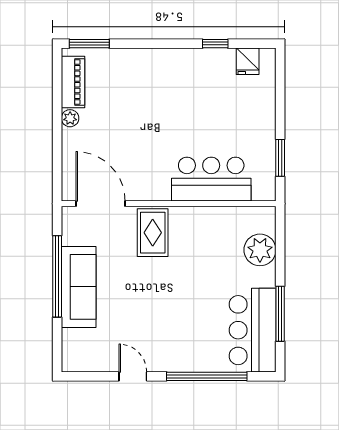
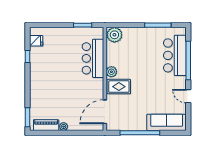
plant: (184, 217) -> (111, 72), added
plant: (260, 250) -> (114, 35), moved
sofa: (79, 287) -> (167, 122), moved
bar counter: (253, 330) -> (175, 55), moved, turned 90
door: (133, 376) -> (188, 96), hinge flipped

